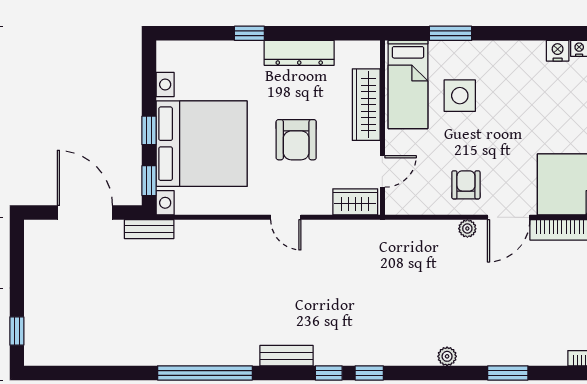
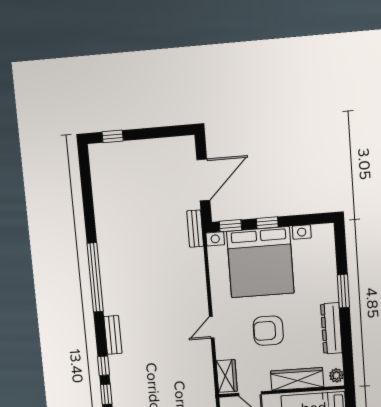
window: (249, 33) -> (343, 291), width x1.50
plant: (365, 50) -> (336, 375), added

